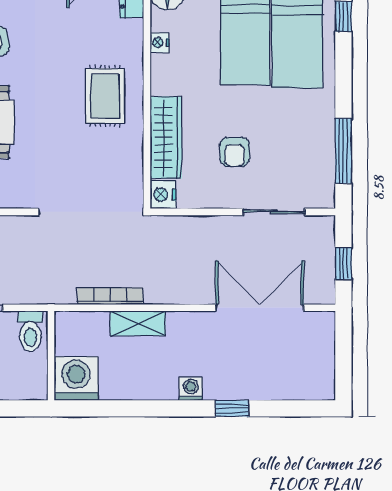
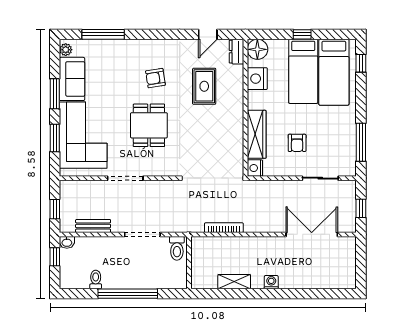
nightstand: (159, 43) -> (257, 79), width x1.89, depth x1.79
rug: (105, 96) -> (204, 86), moved
shelving: (138, 323) -> (234, 282), moved
washing machine: (76, 378) -> (204, 276), removed
window: (232, 408) -> (296, 294), removed

